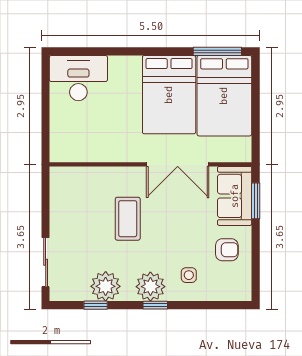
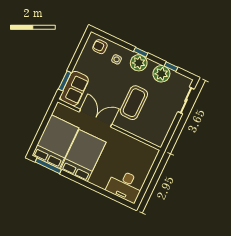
coffee table: (128, 219) -> (134, 103), width x1.36, depth x1.32
armchair: (227, 250) -> (100, 47), moved

